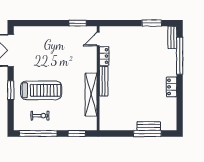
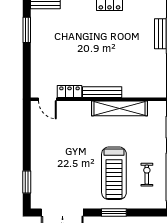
window: (78, 23) -> (27, 182), moved
treadmill: (41, 90) -> (114, 173), turned 180

